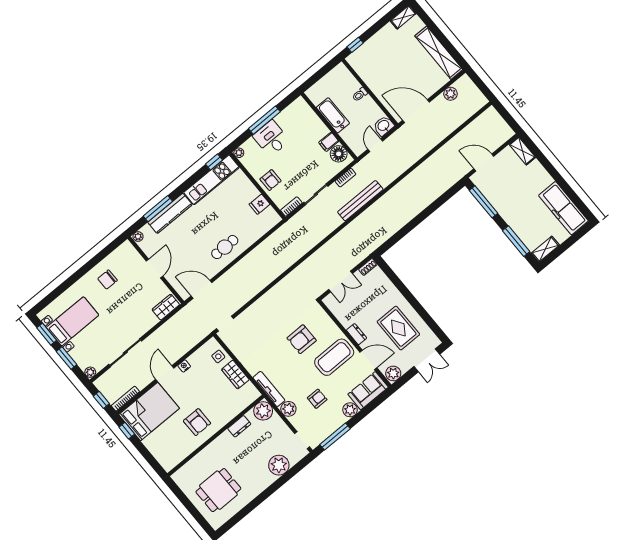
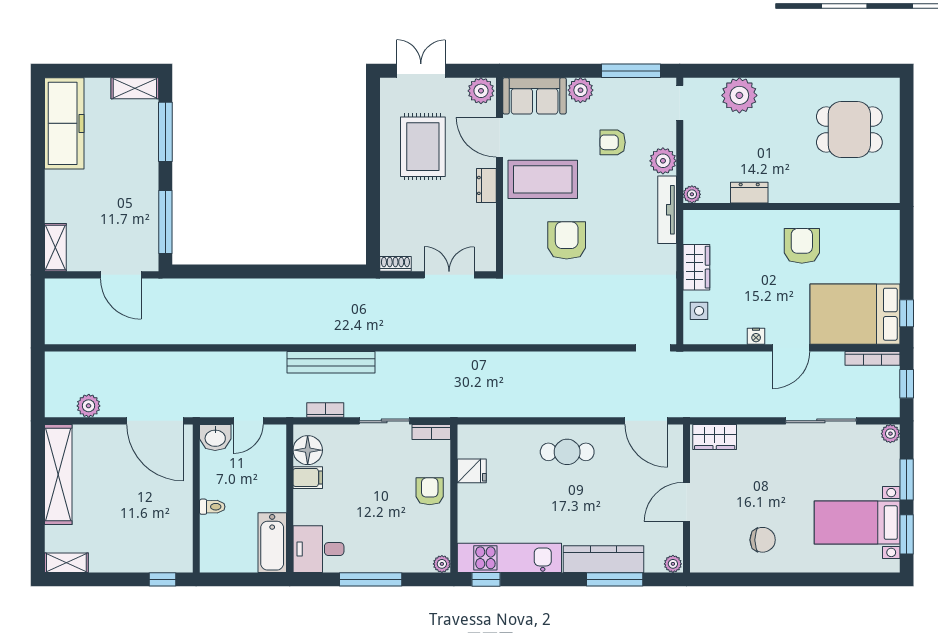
bathtub: (333, 115) -> (272, 543), moved
desk: (271, 138) -> (318, 549), moved, turned 90
armchair: (302, 339) -> (567, 240), turned -90
plant: (263, 411) -> (692, 194), width x0.53, depth x0.53

